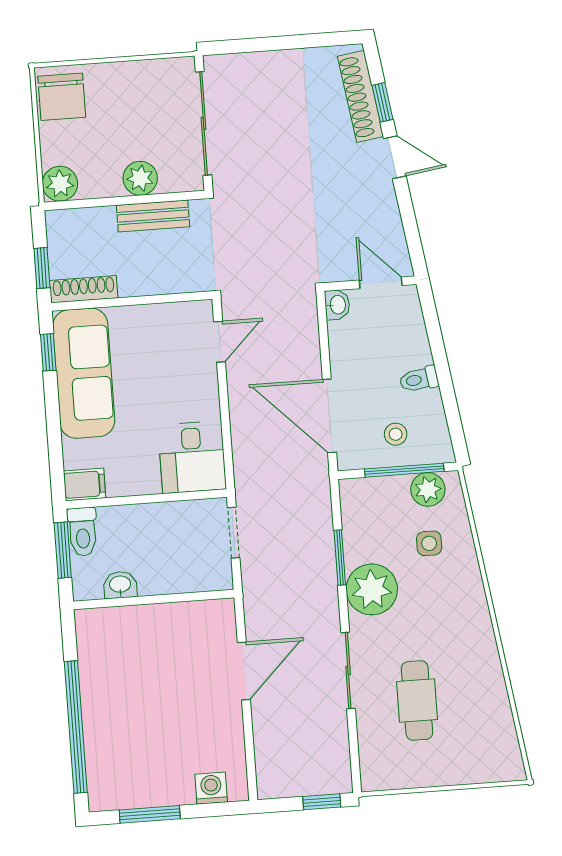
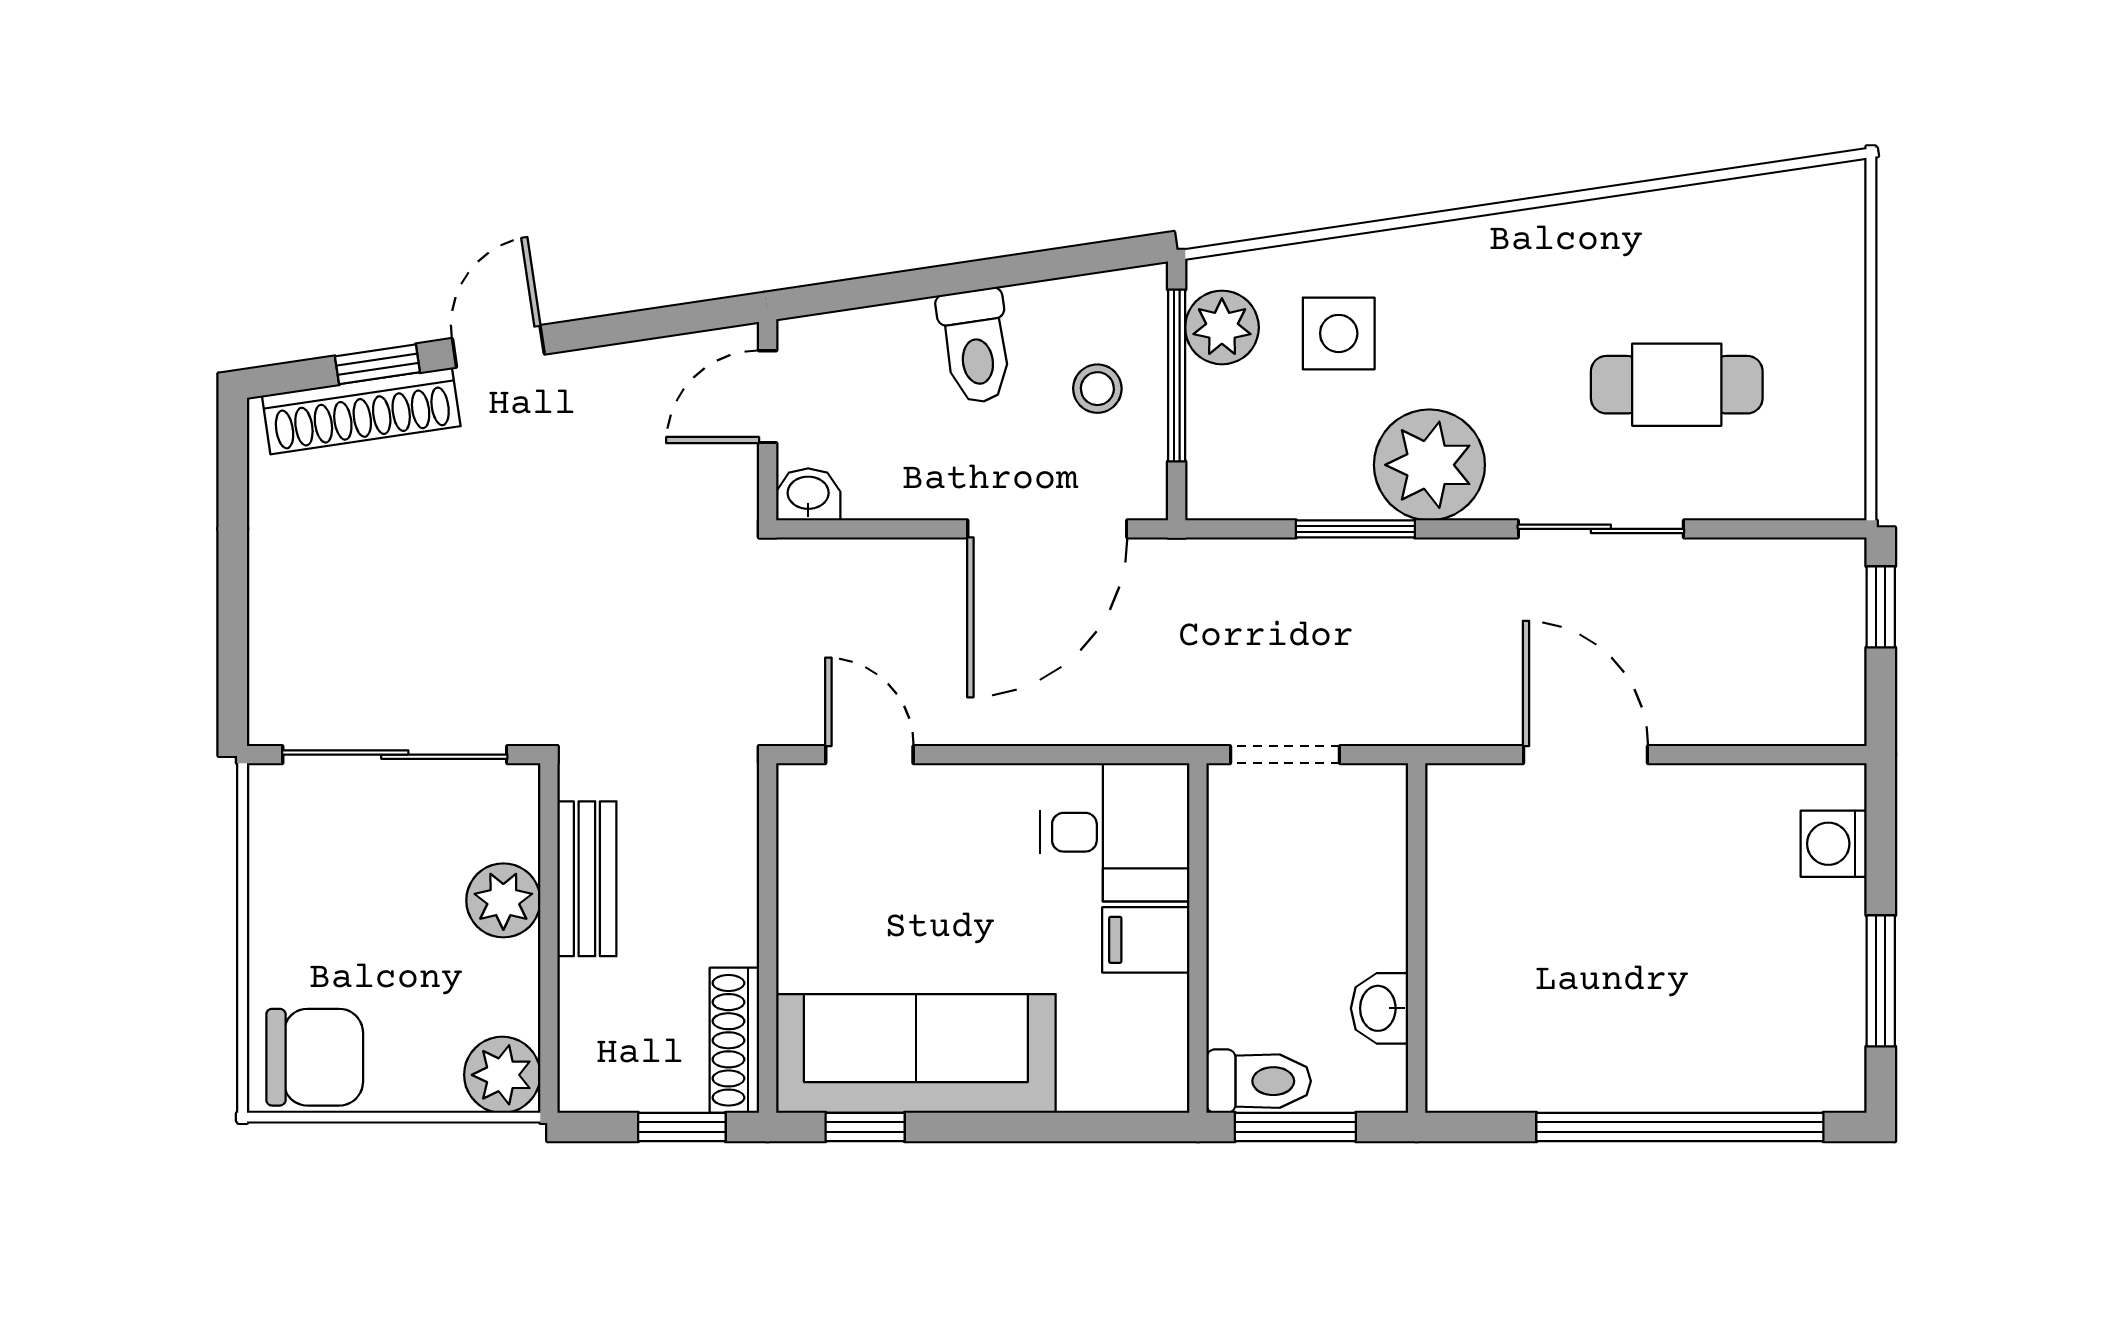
toilet: (419, 379) -> (976, 346), width x1.37, depth x1.39
filing cabinet: (85, 484) -> (1146, 940), moved, turned -90
side table: (429, 543) -> (1339, 333), width x1.37, depth x1.37

